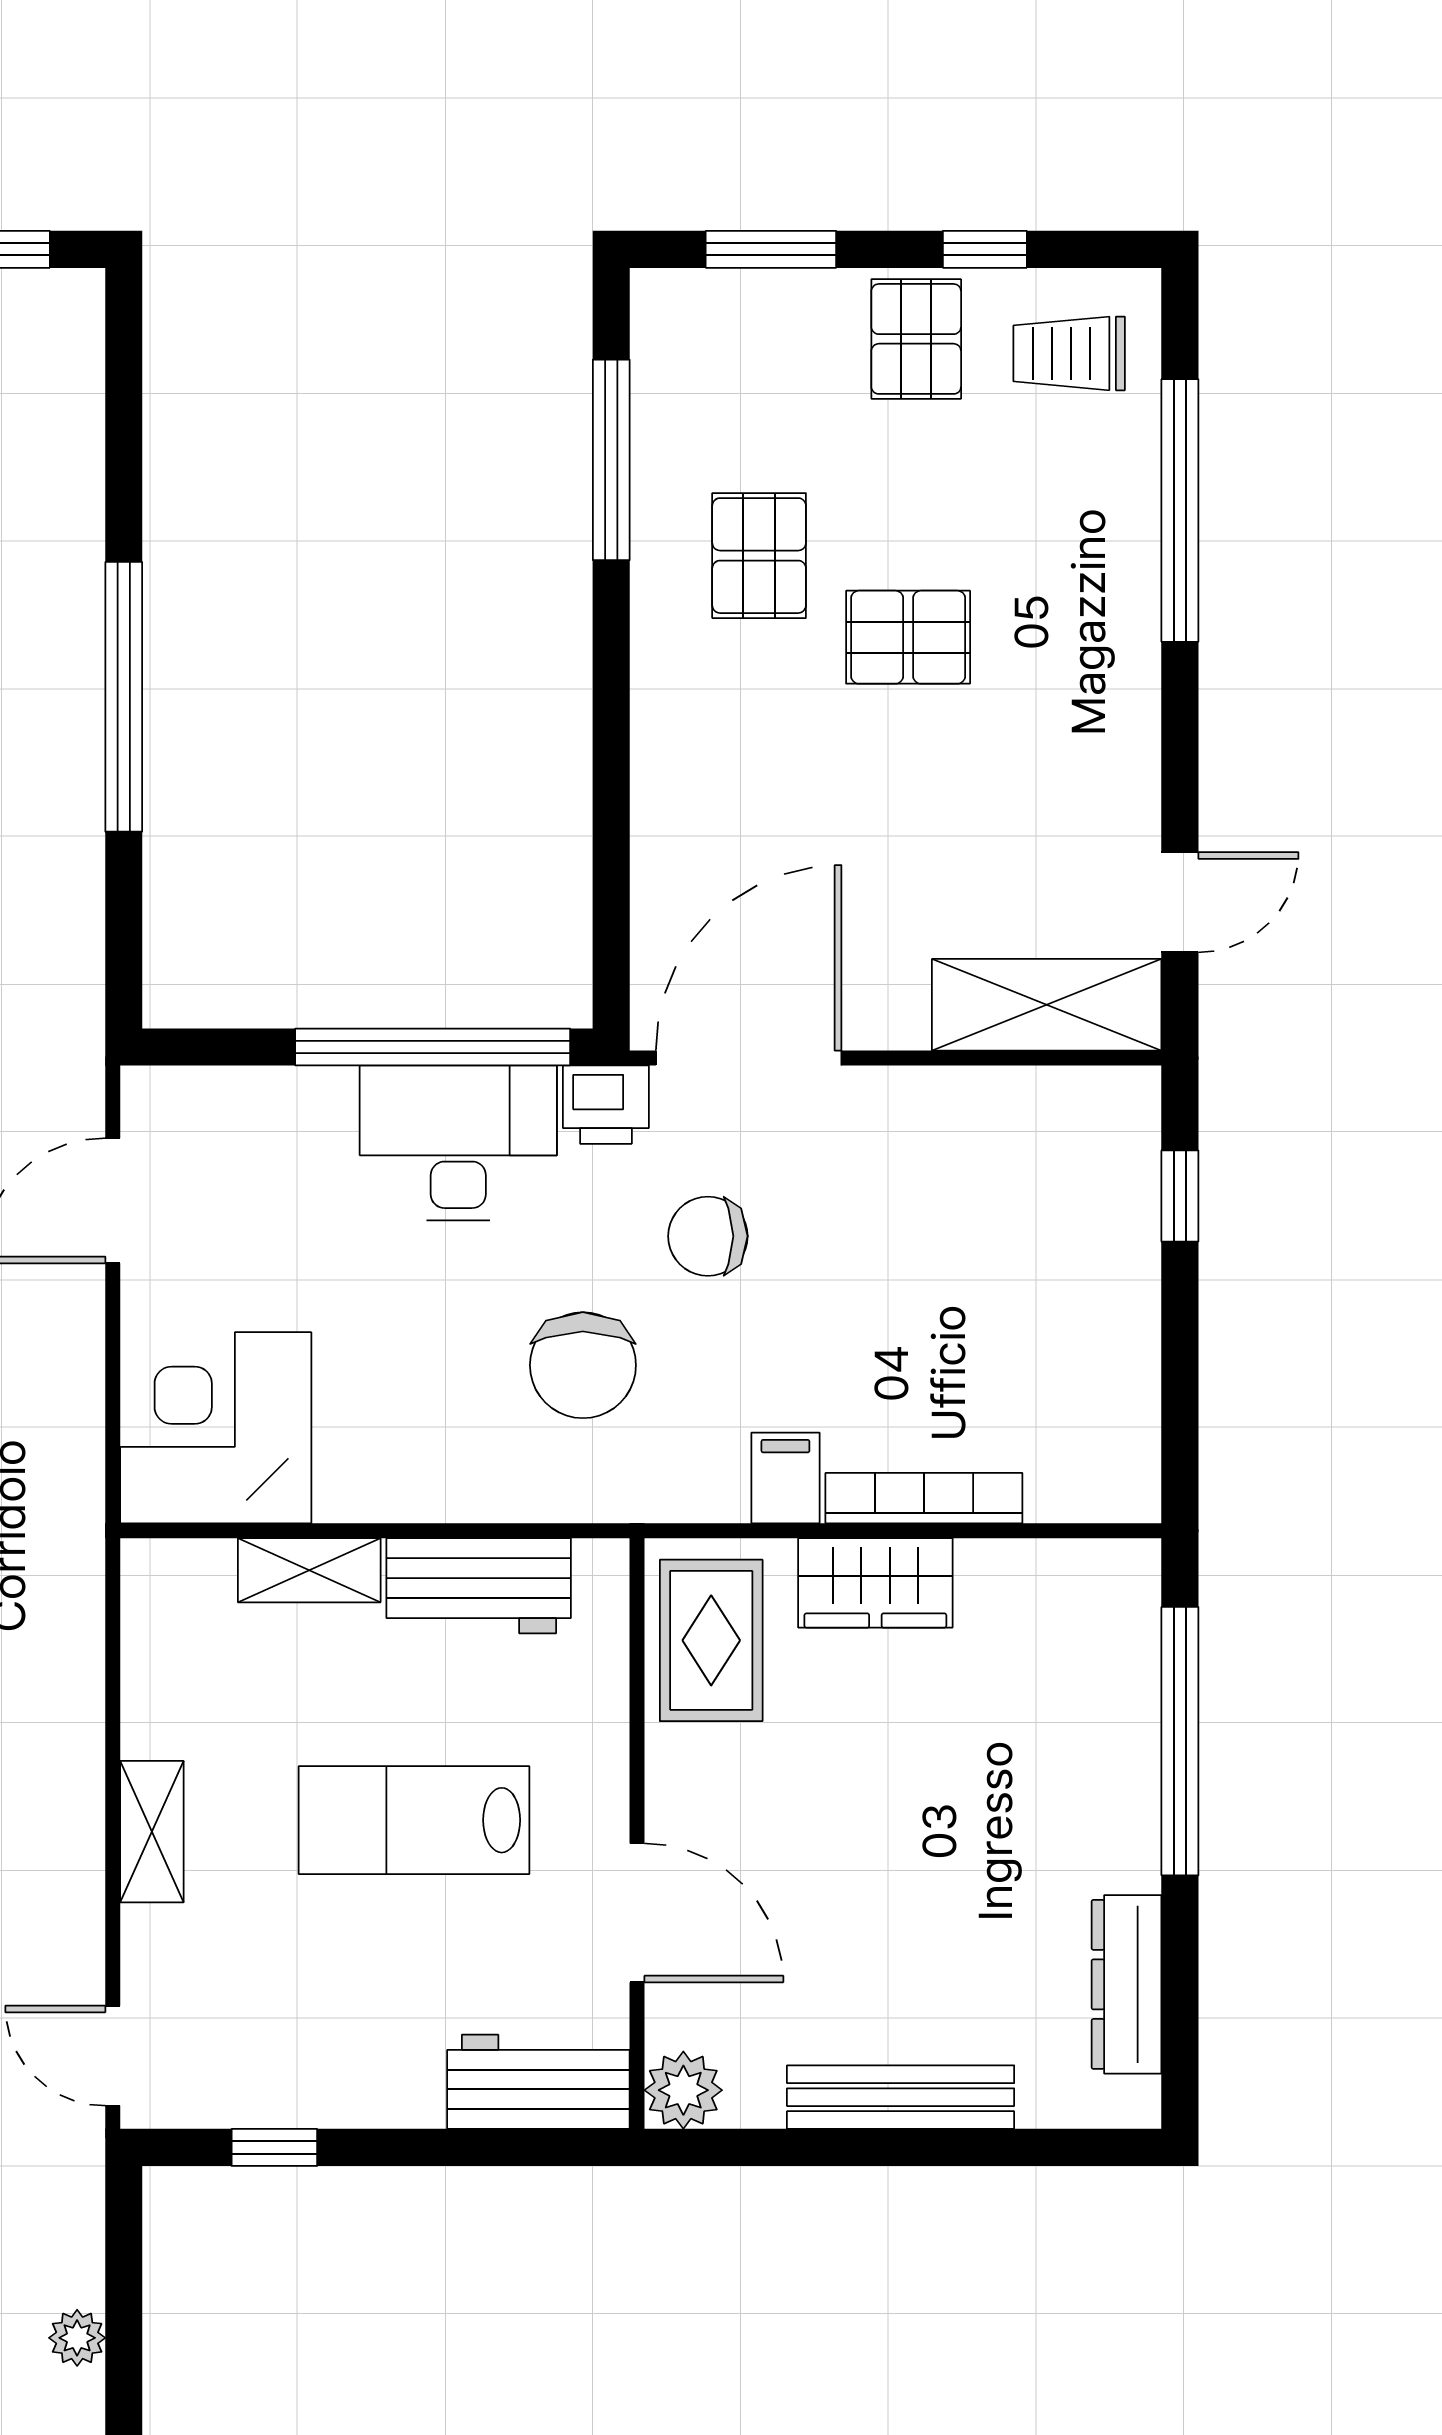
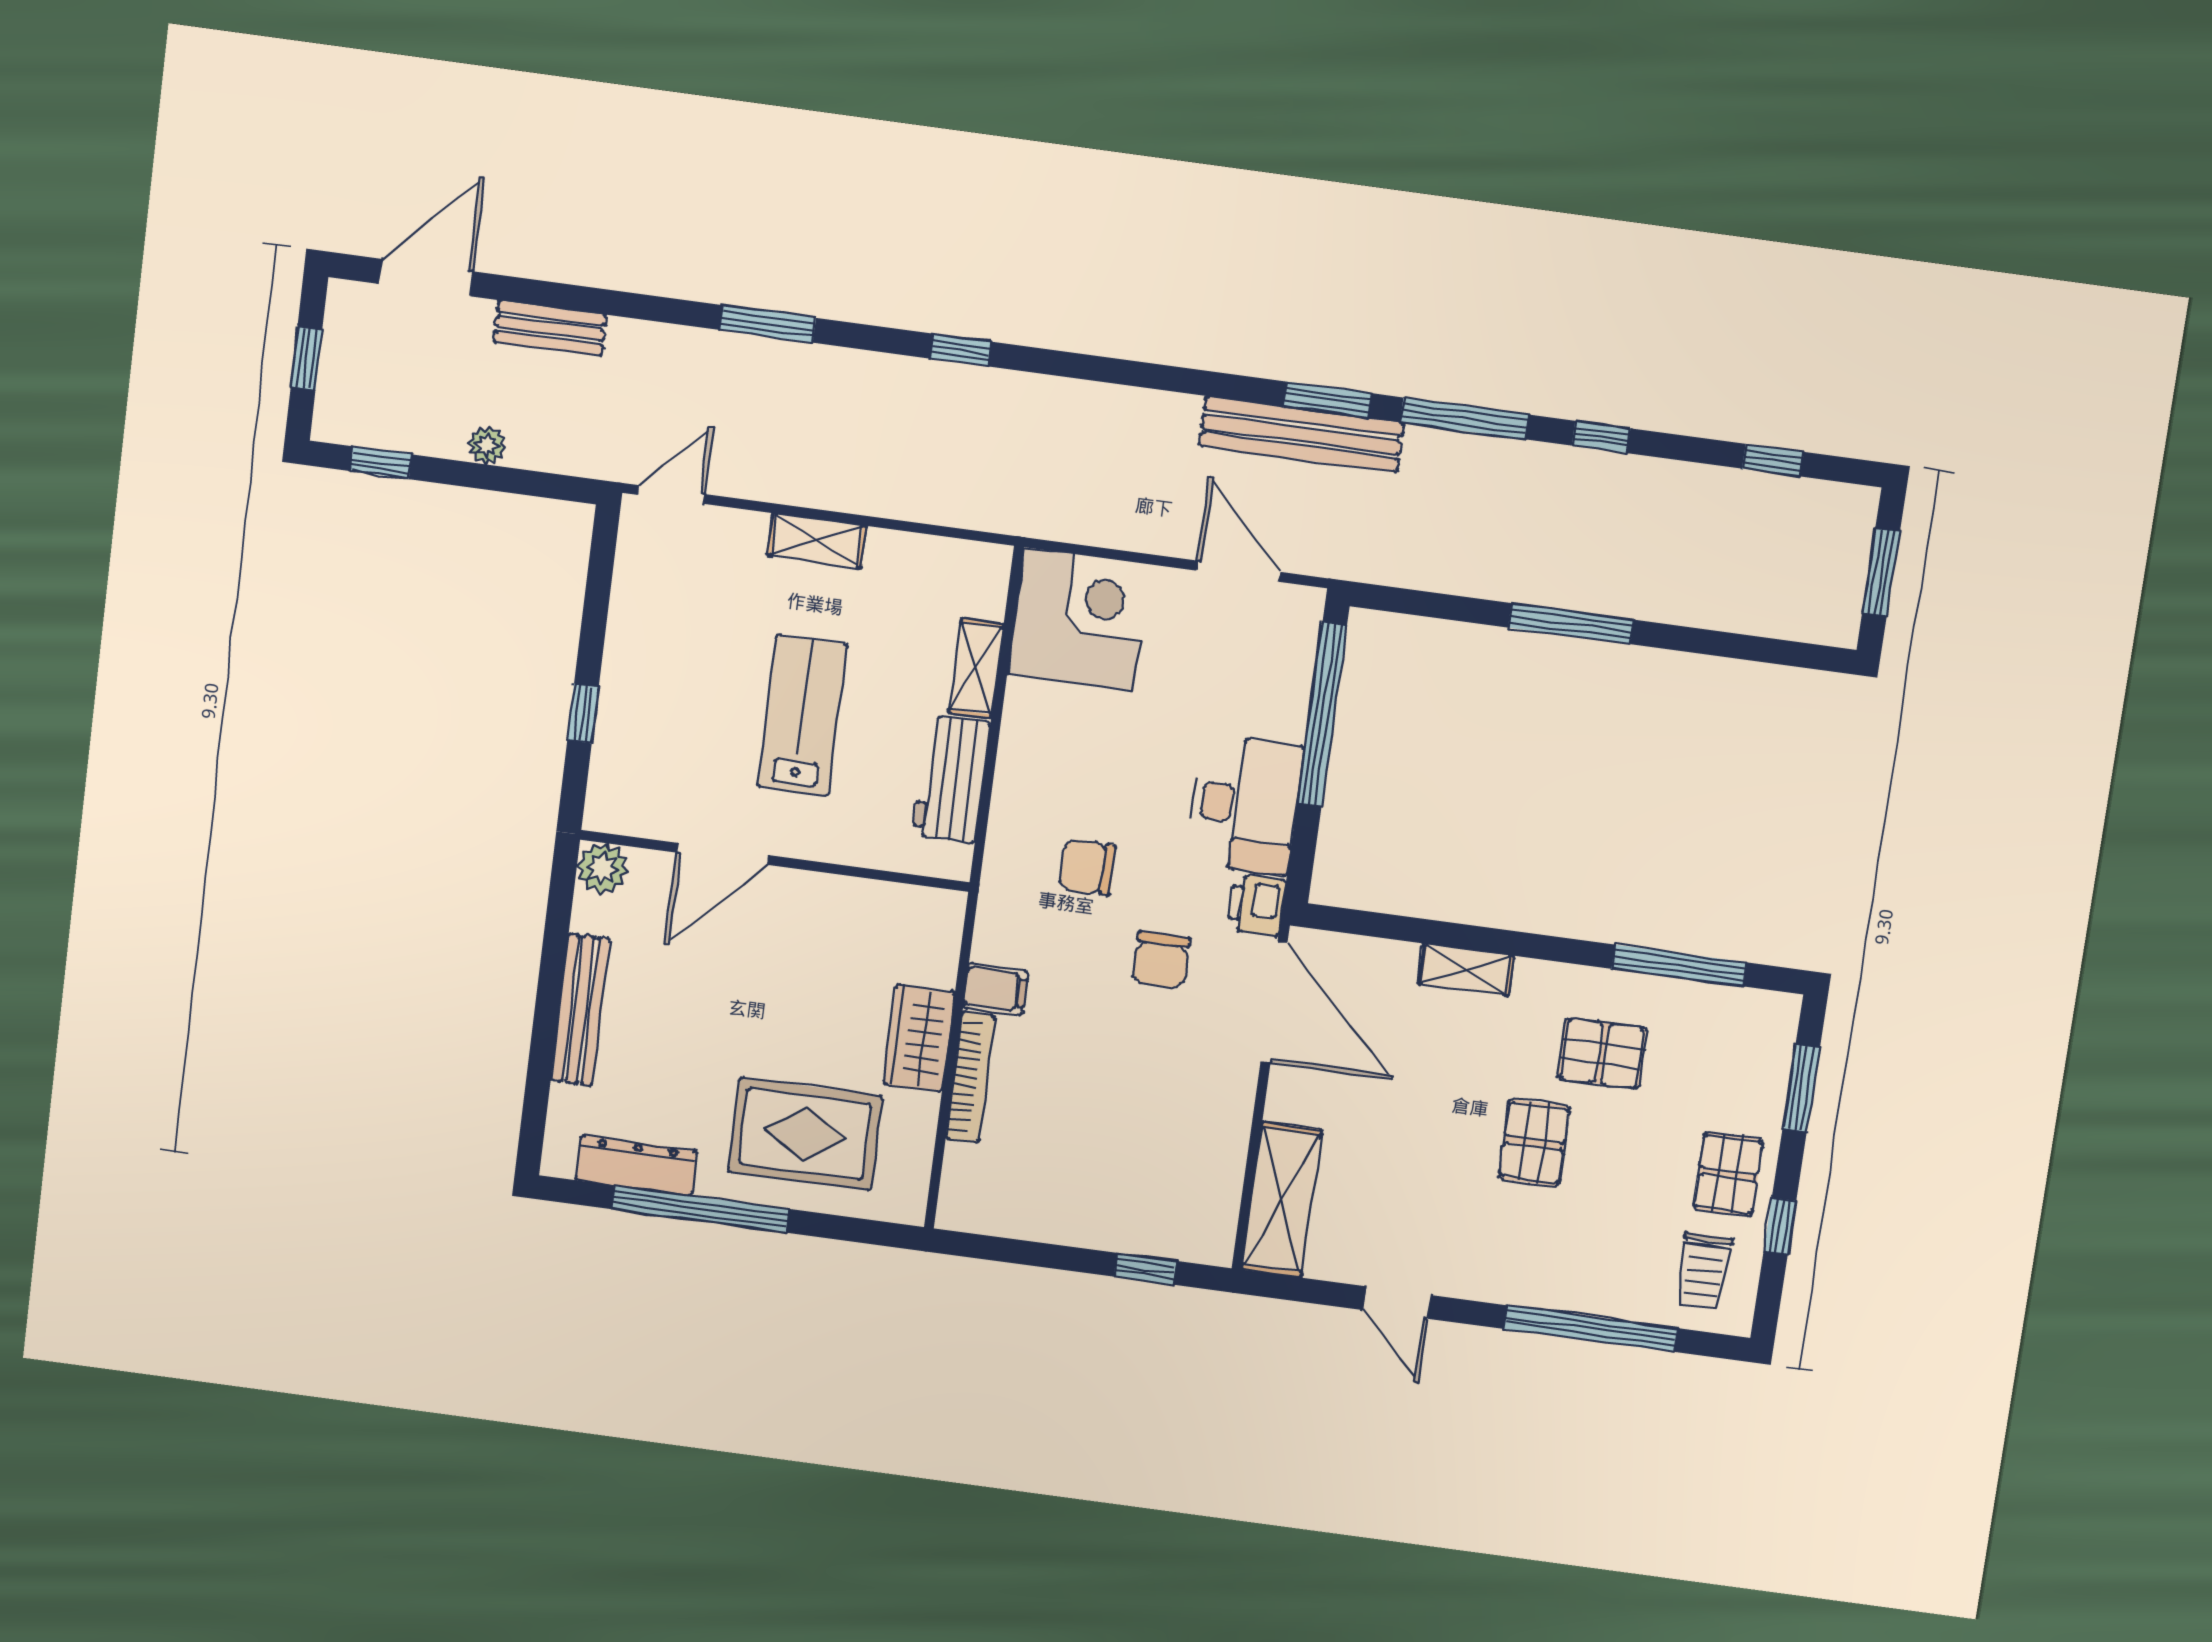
pallet: (916, 339) -> (1728, 1174), turned 90
trolley: (1069, 353) -> (1704, 1271), turned 180
window: (124, 697) -> (1571, 624), width x0.68
shelving: (661, 778) -> (1466, 970), added
door: (1180, 902) -> (1397, 1303), moved
window: (433, 1047) -> (1322, 715), moved
chair: (708, 1236) -> (1161, 960), turned 180
chair: (583, 1365) -> (1087, 867), width x0.73, depth x0.73
rug: (711, 1640) -> (805, 1134), moved, width x1.36, depth x1.43
window: (1180, 1741) -> (700, 1209), moved
workbench: (538, 2082) -> (620, 774), removed
window: (274, 2147) -> (583, 714), moved

